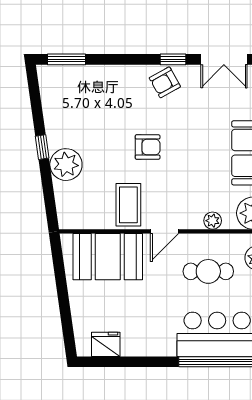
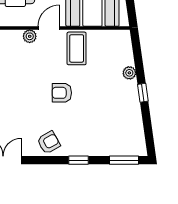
window: (173, 59) -> (79, 160), moved
plant: (66, 165) -> (129, 73), width x0.53, depth x0.53
plant: (213, 221) -> (30, 36), moved

